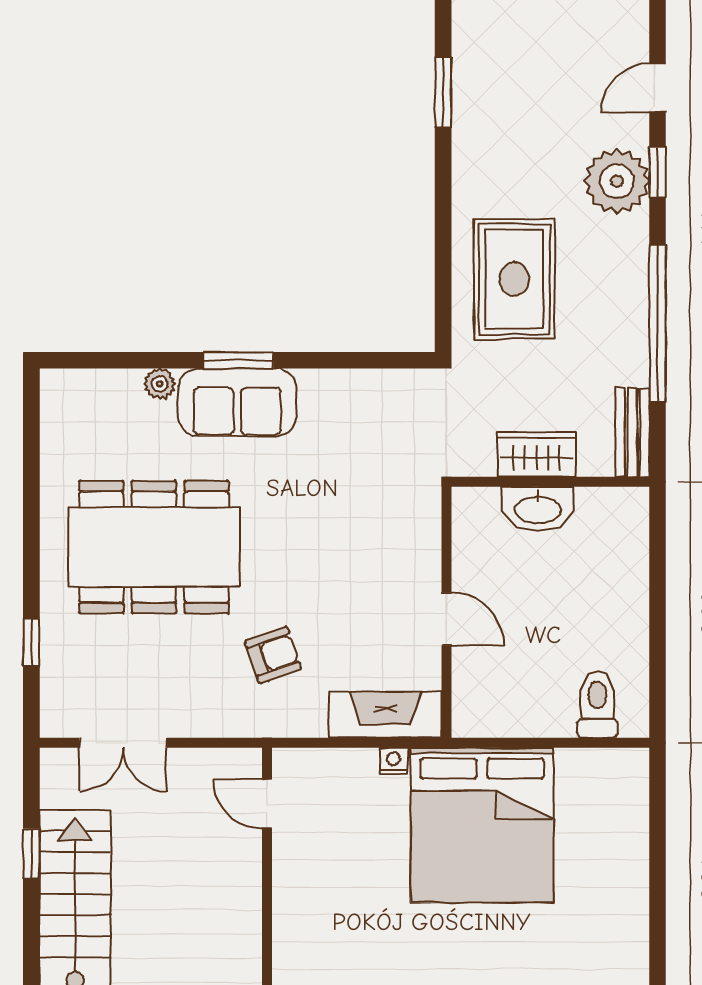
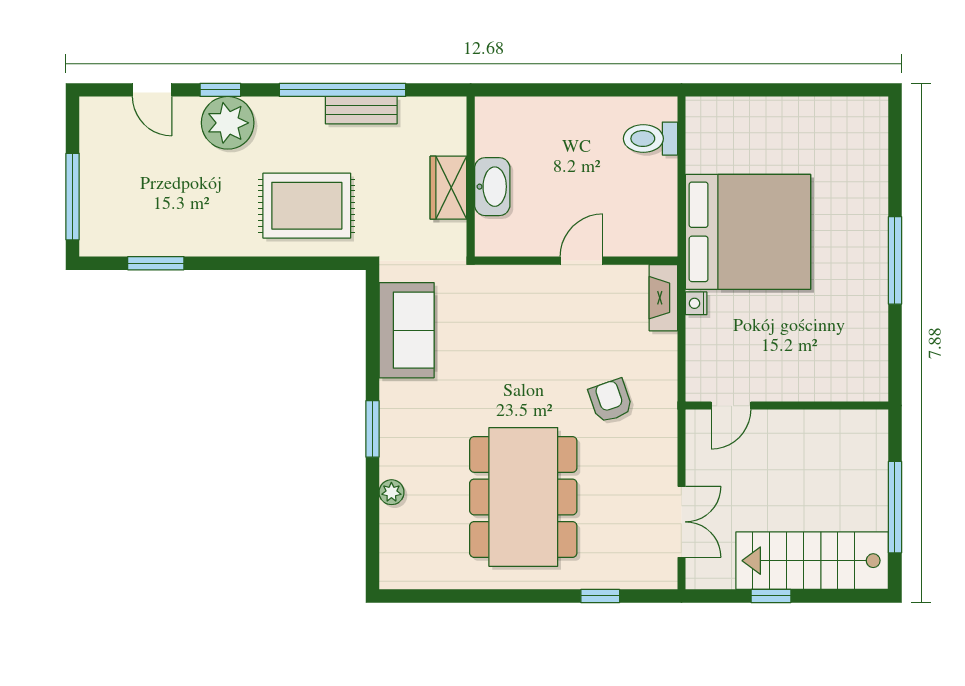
sofa: (237, 402) -> (407, 330), moved
bench: (633, 433) -> (361, 110), moved
fireplace: (385, 715) -> (663, 298), width x0.73, depth x0.76

